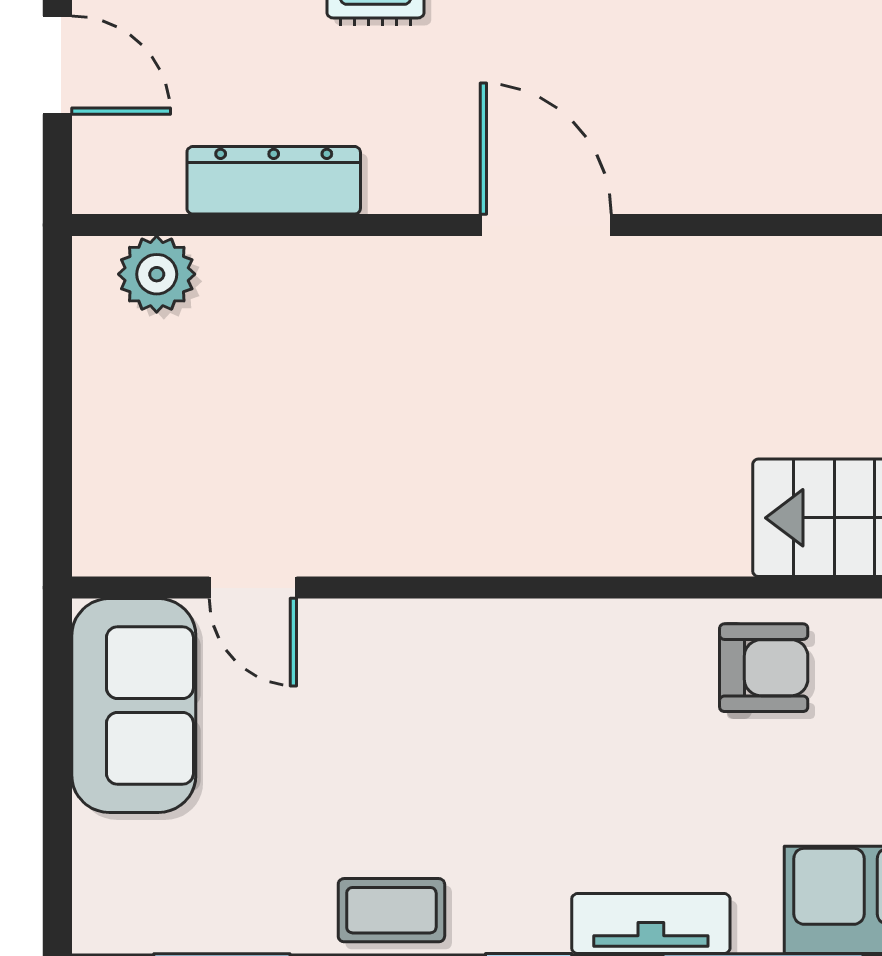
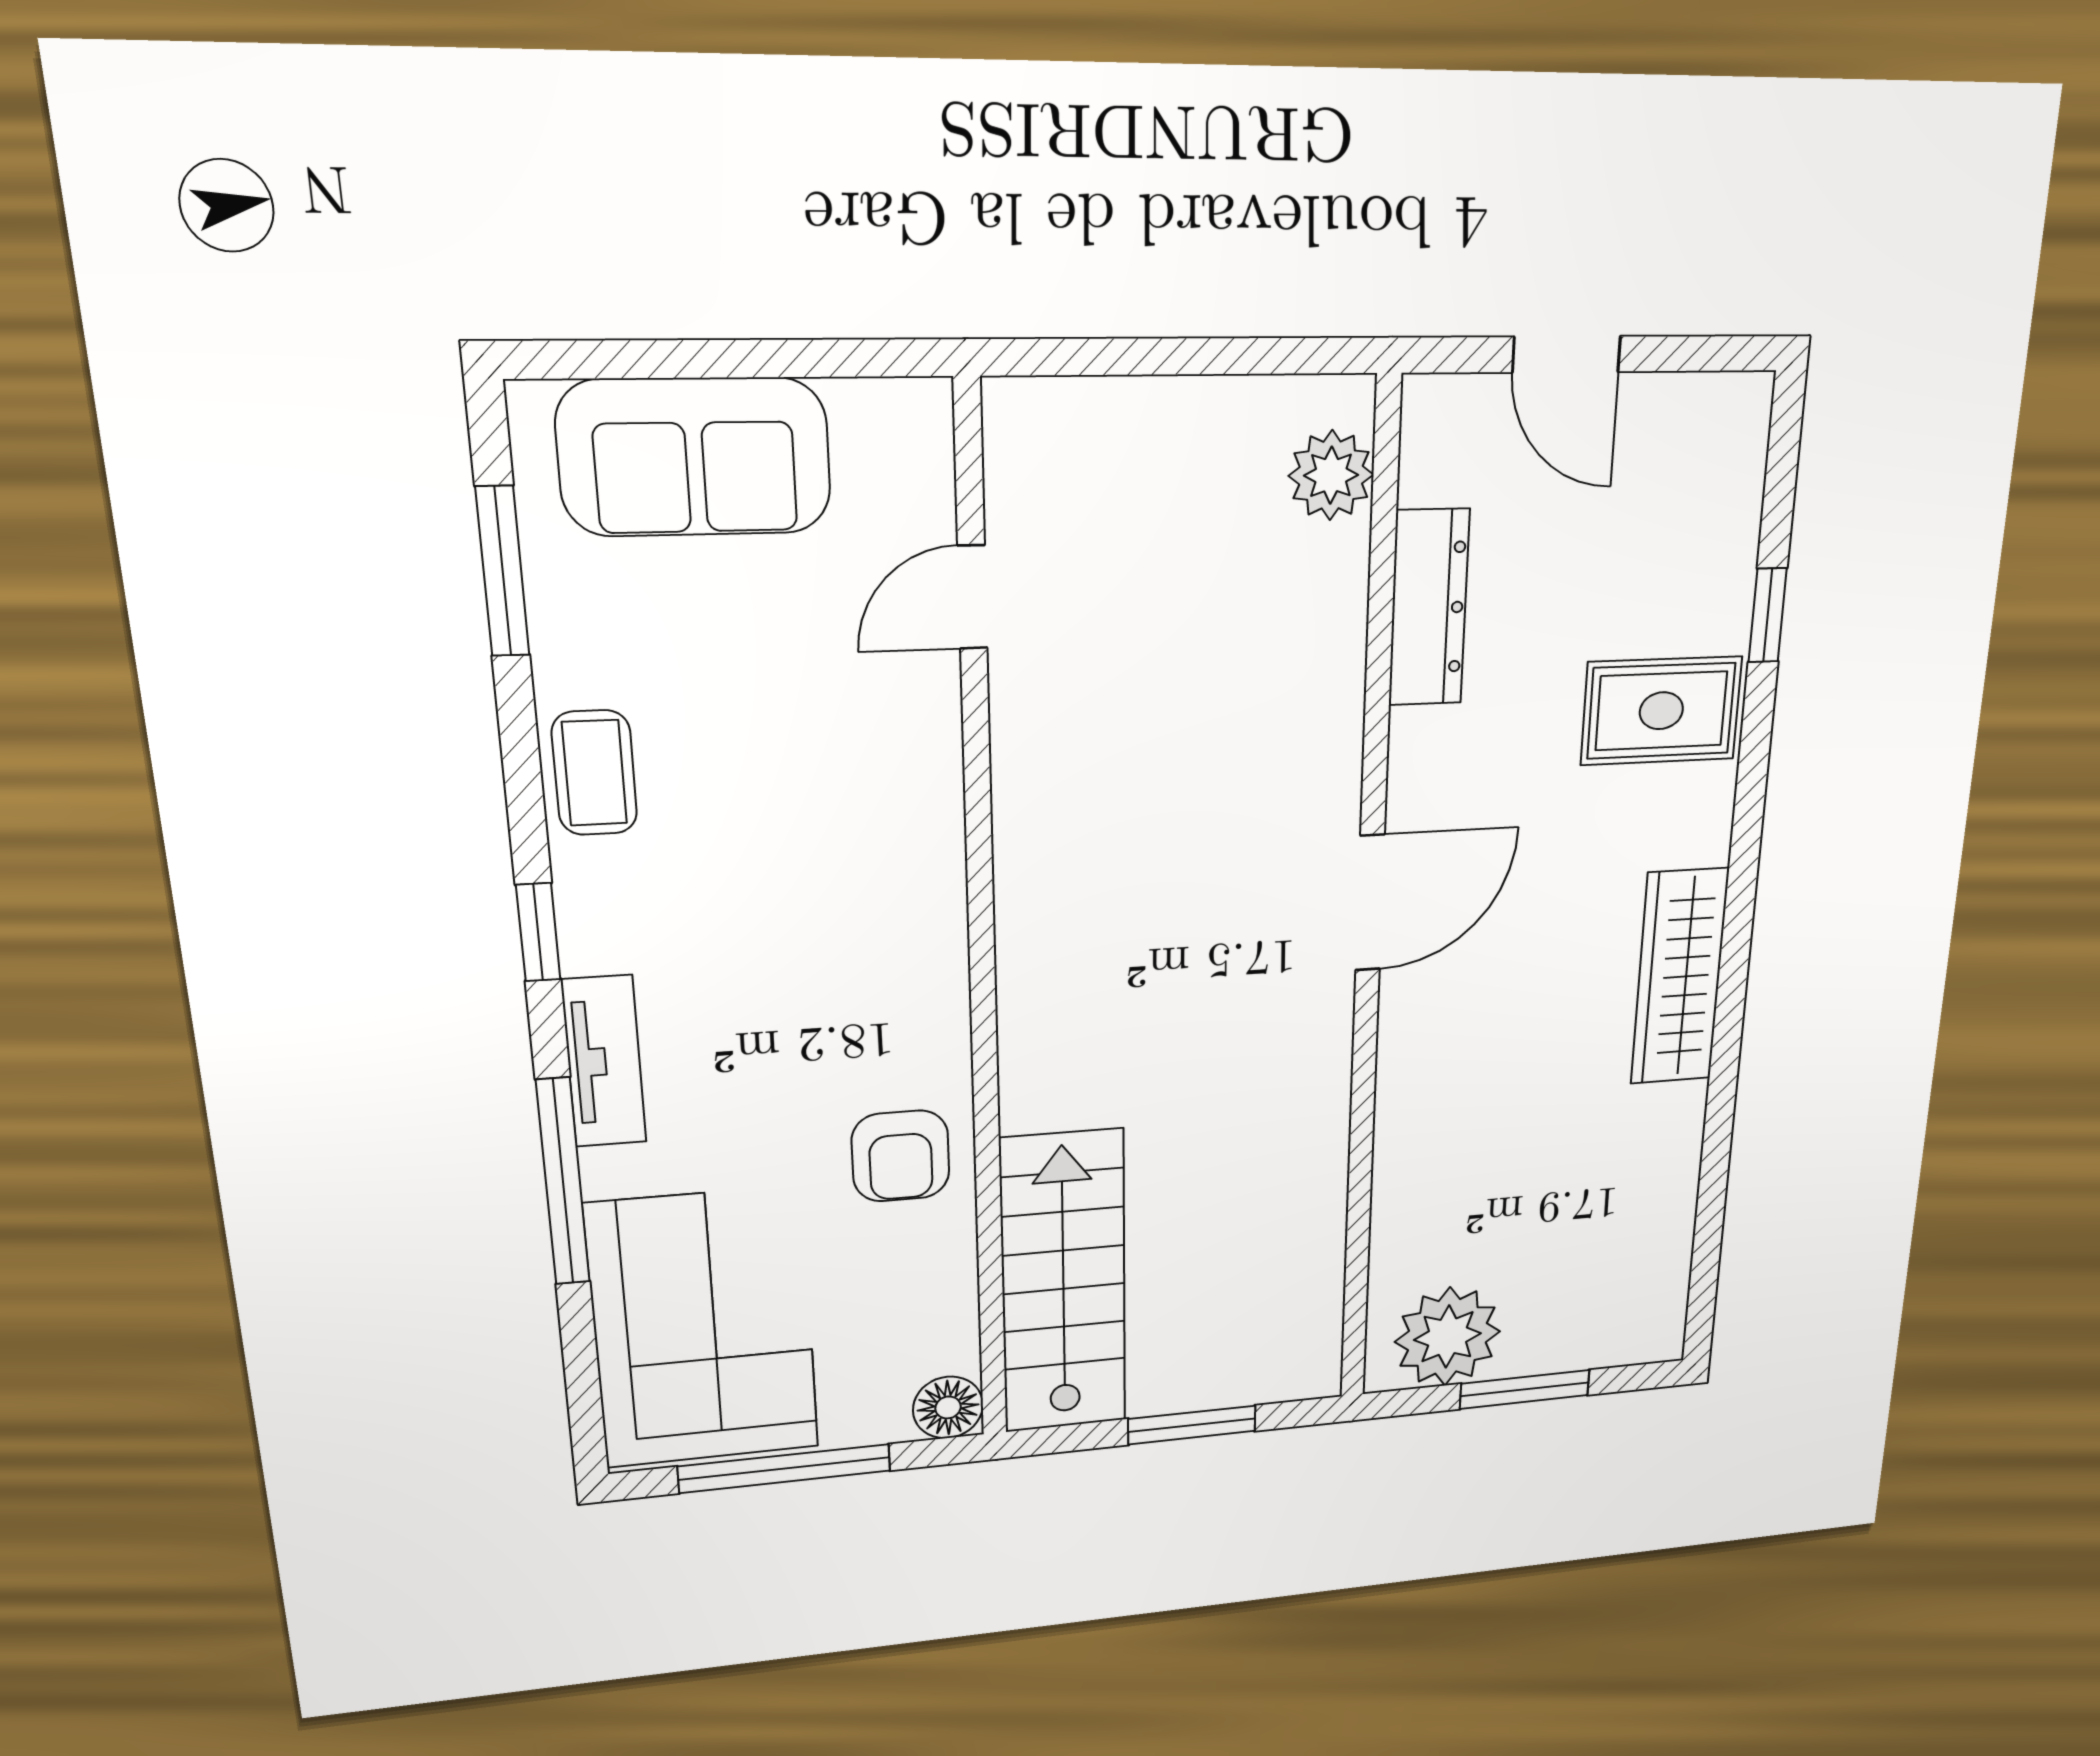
door: (57, 65) -> (1566, 354), hinge flipped
sofa: (134, 706) -> (695, 457), moved

